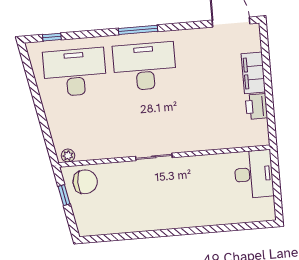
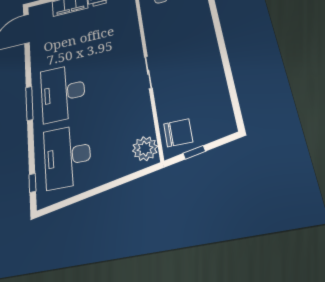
plant: (68, 156) -> (145, 149), width x1.87, depth x1.87
chair: (85, 182) -> (178, 133), turned 90

